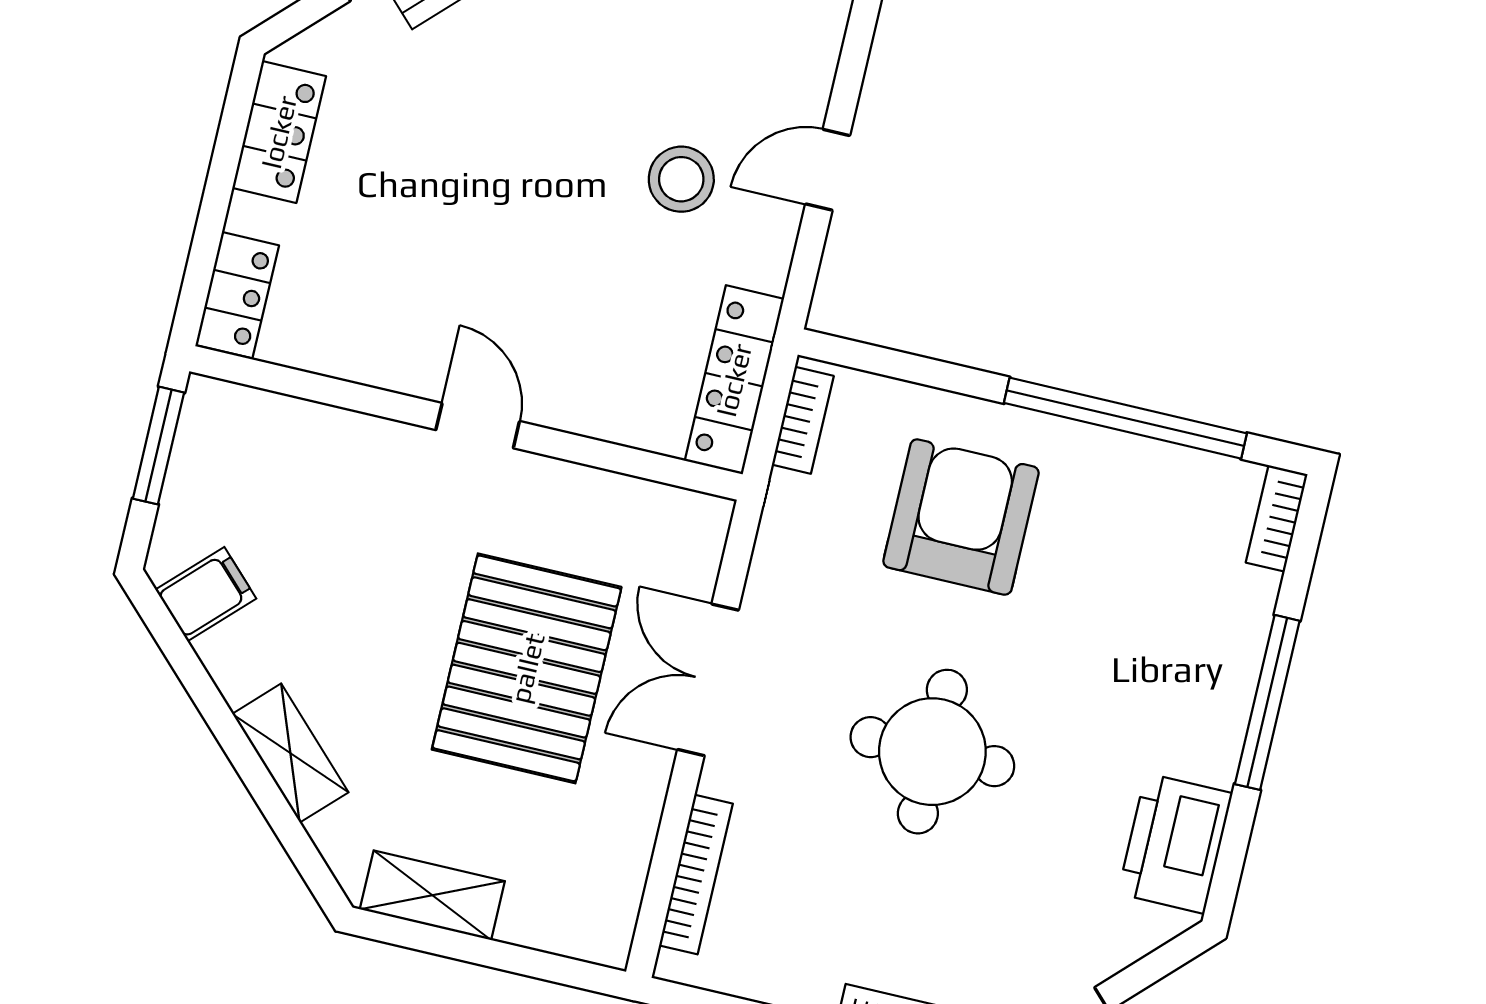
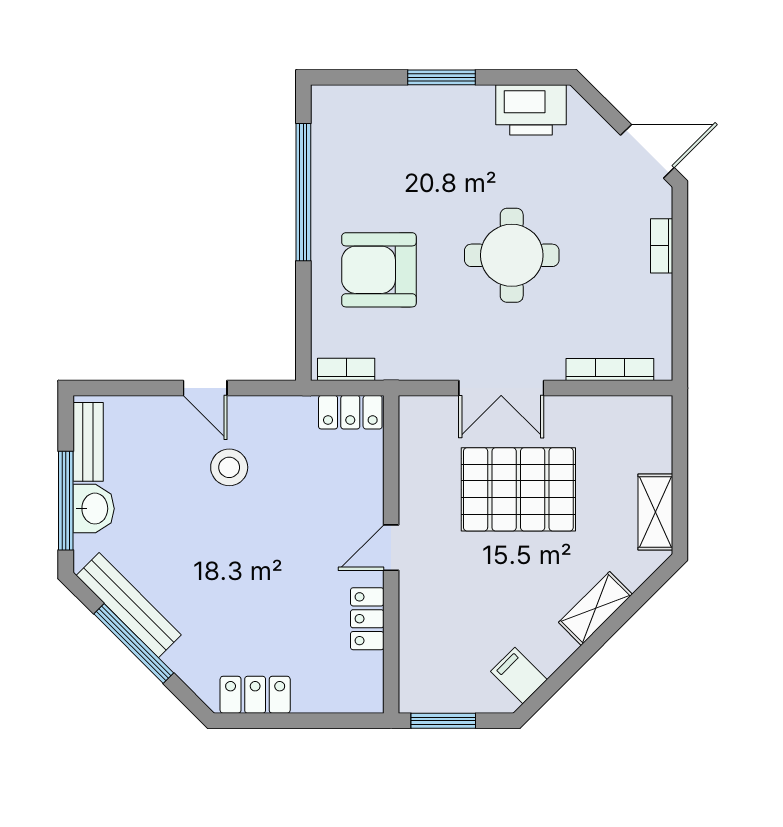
locker: (237, 295) -> (367, 619), moved, turned -90
locker: (734, 380) -> (350, 412), width x0.66
bookcase: (1277, 518) -> (339, 96), removed
window: (1267, 702) -> (441, 77), width x0.69

